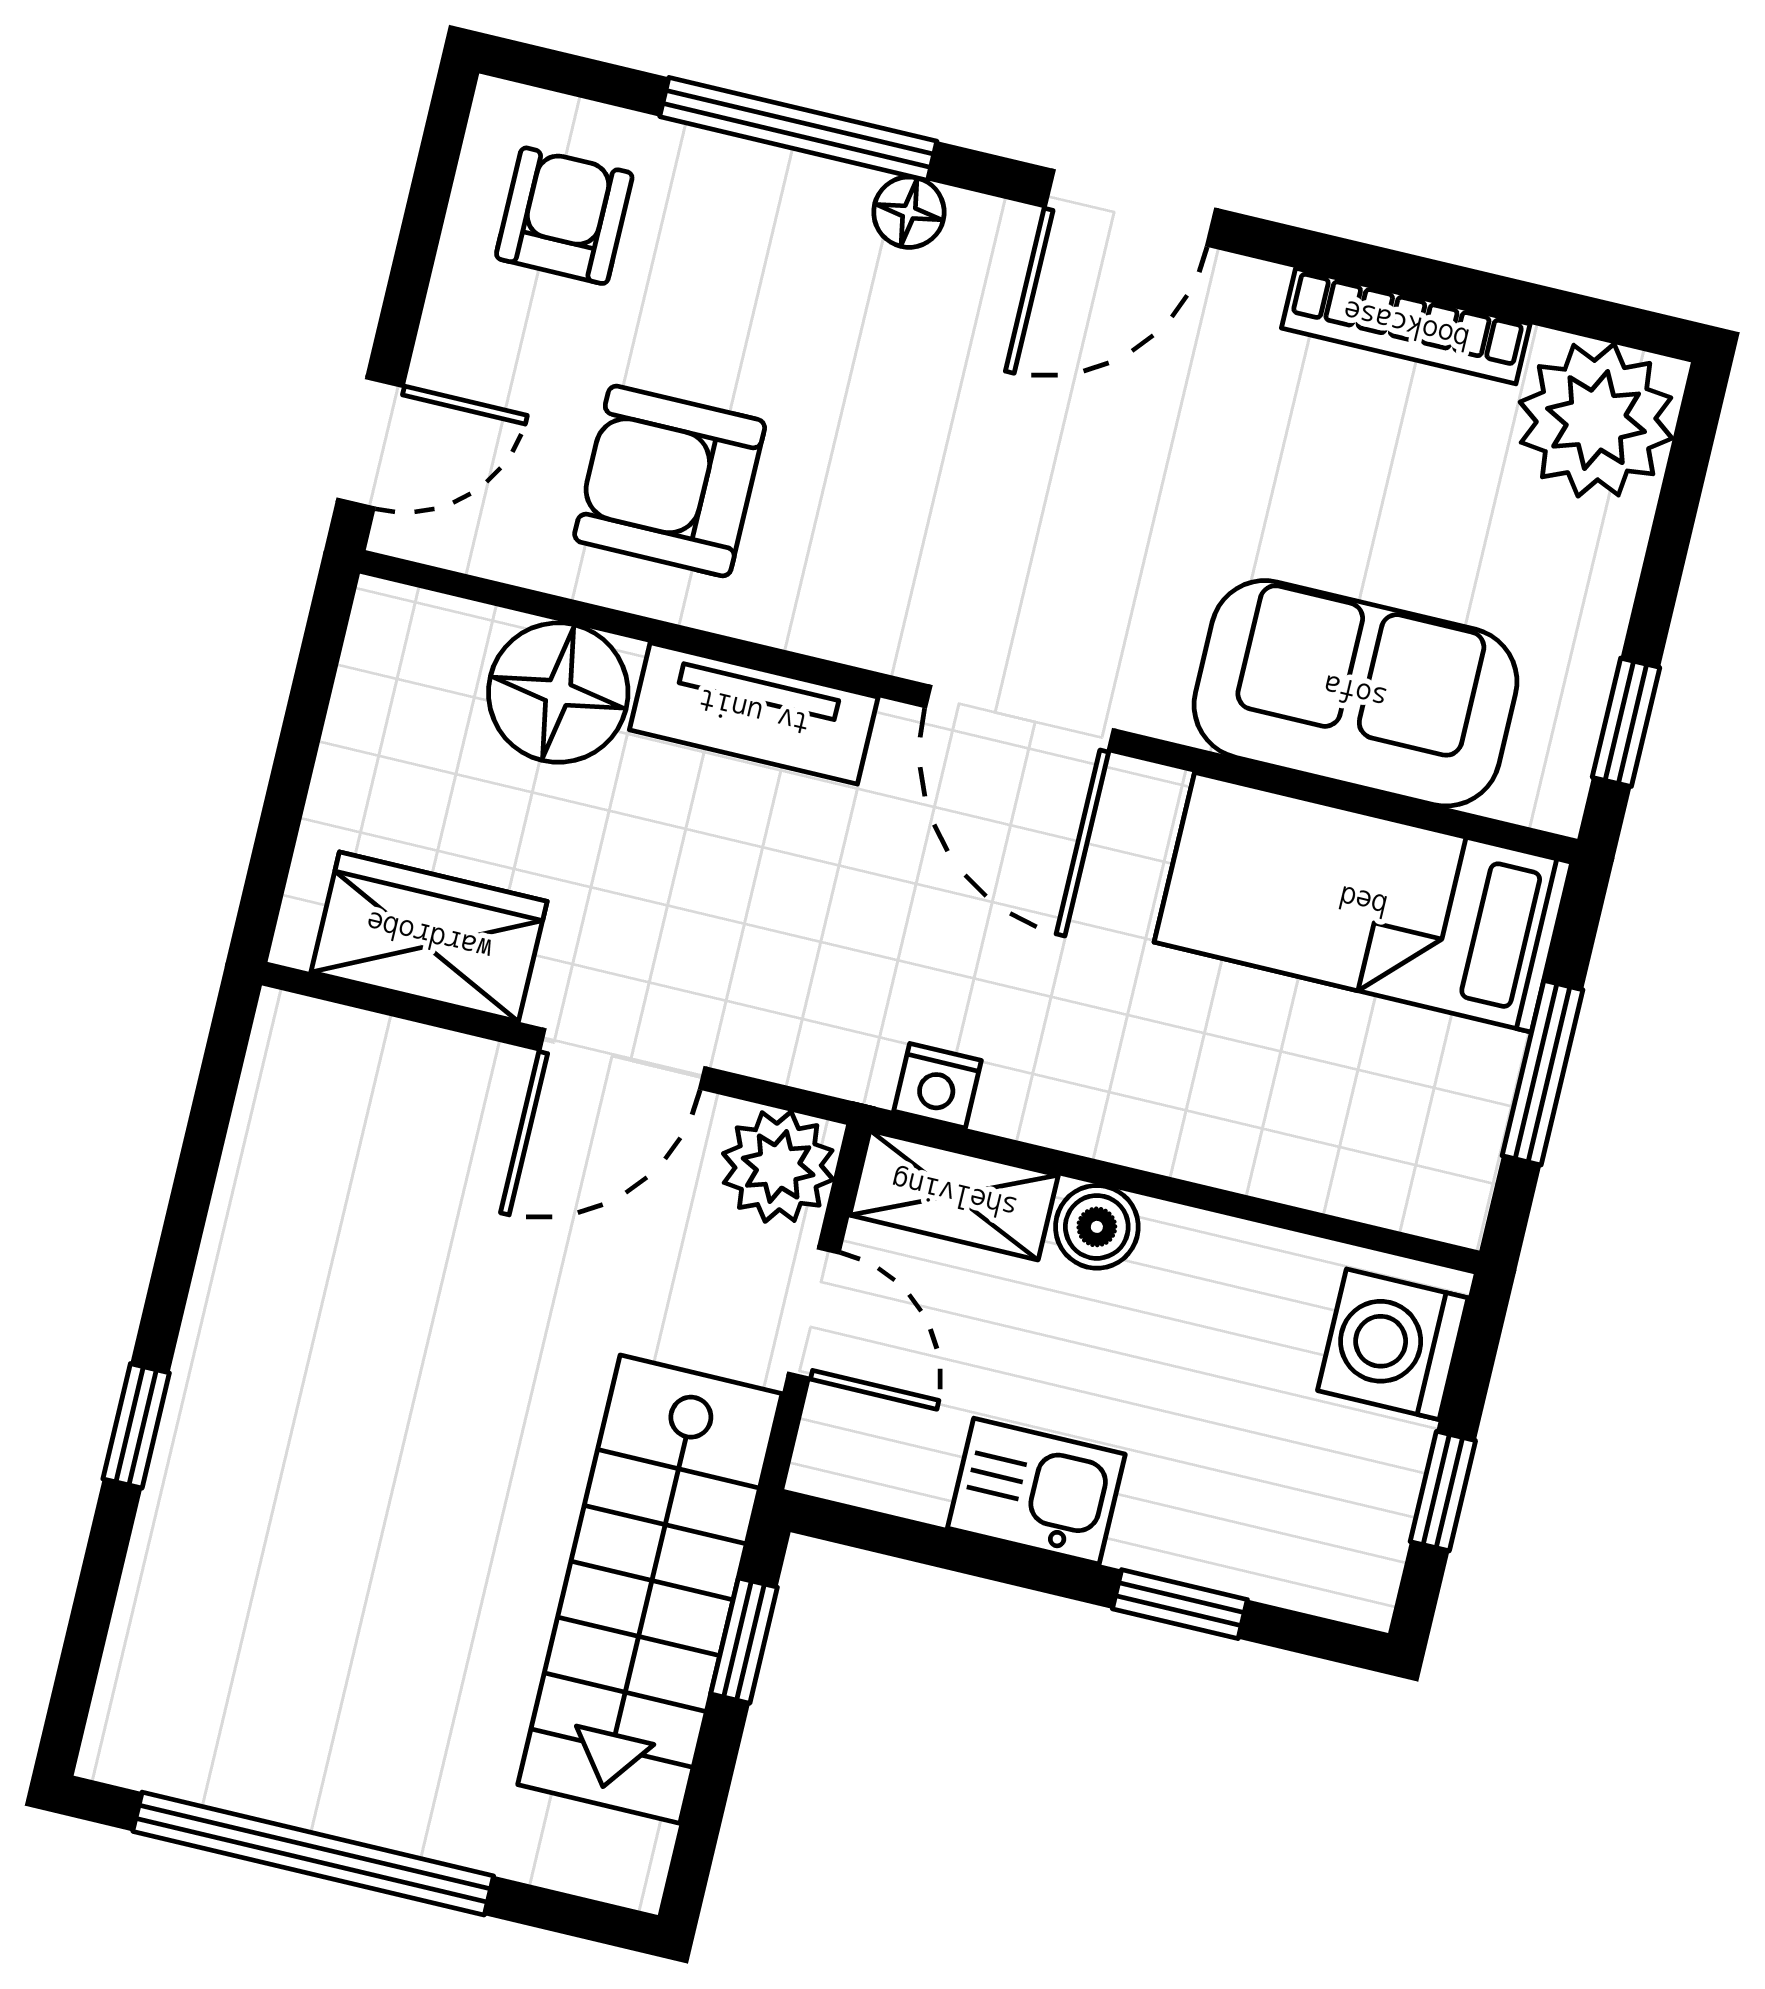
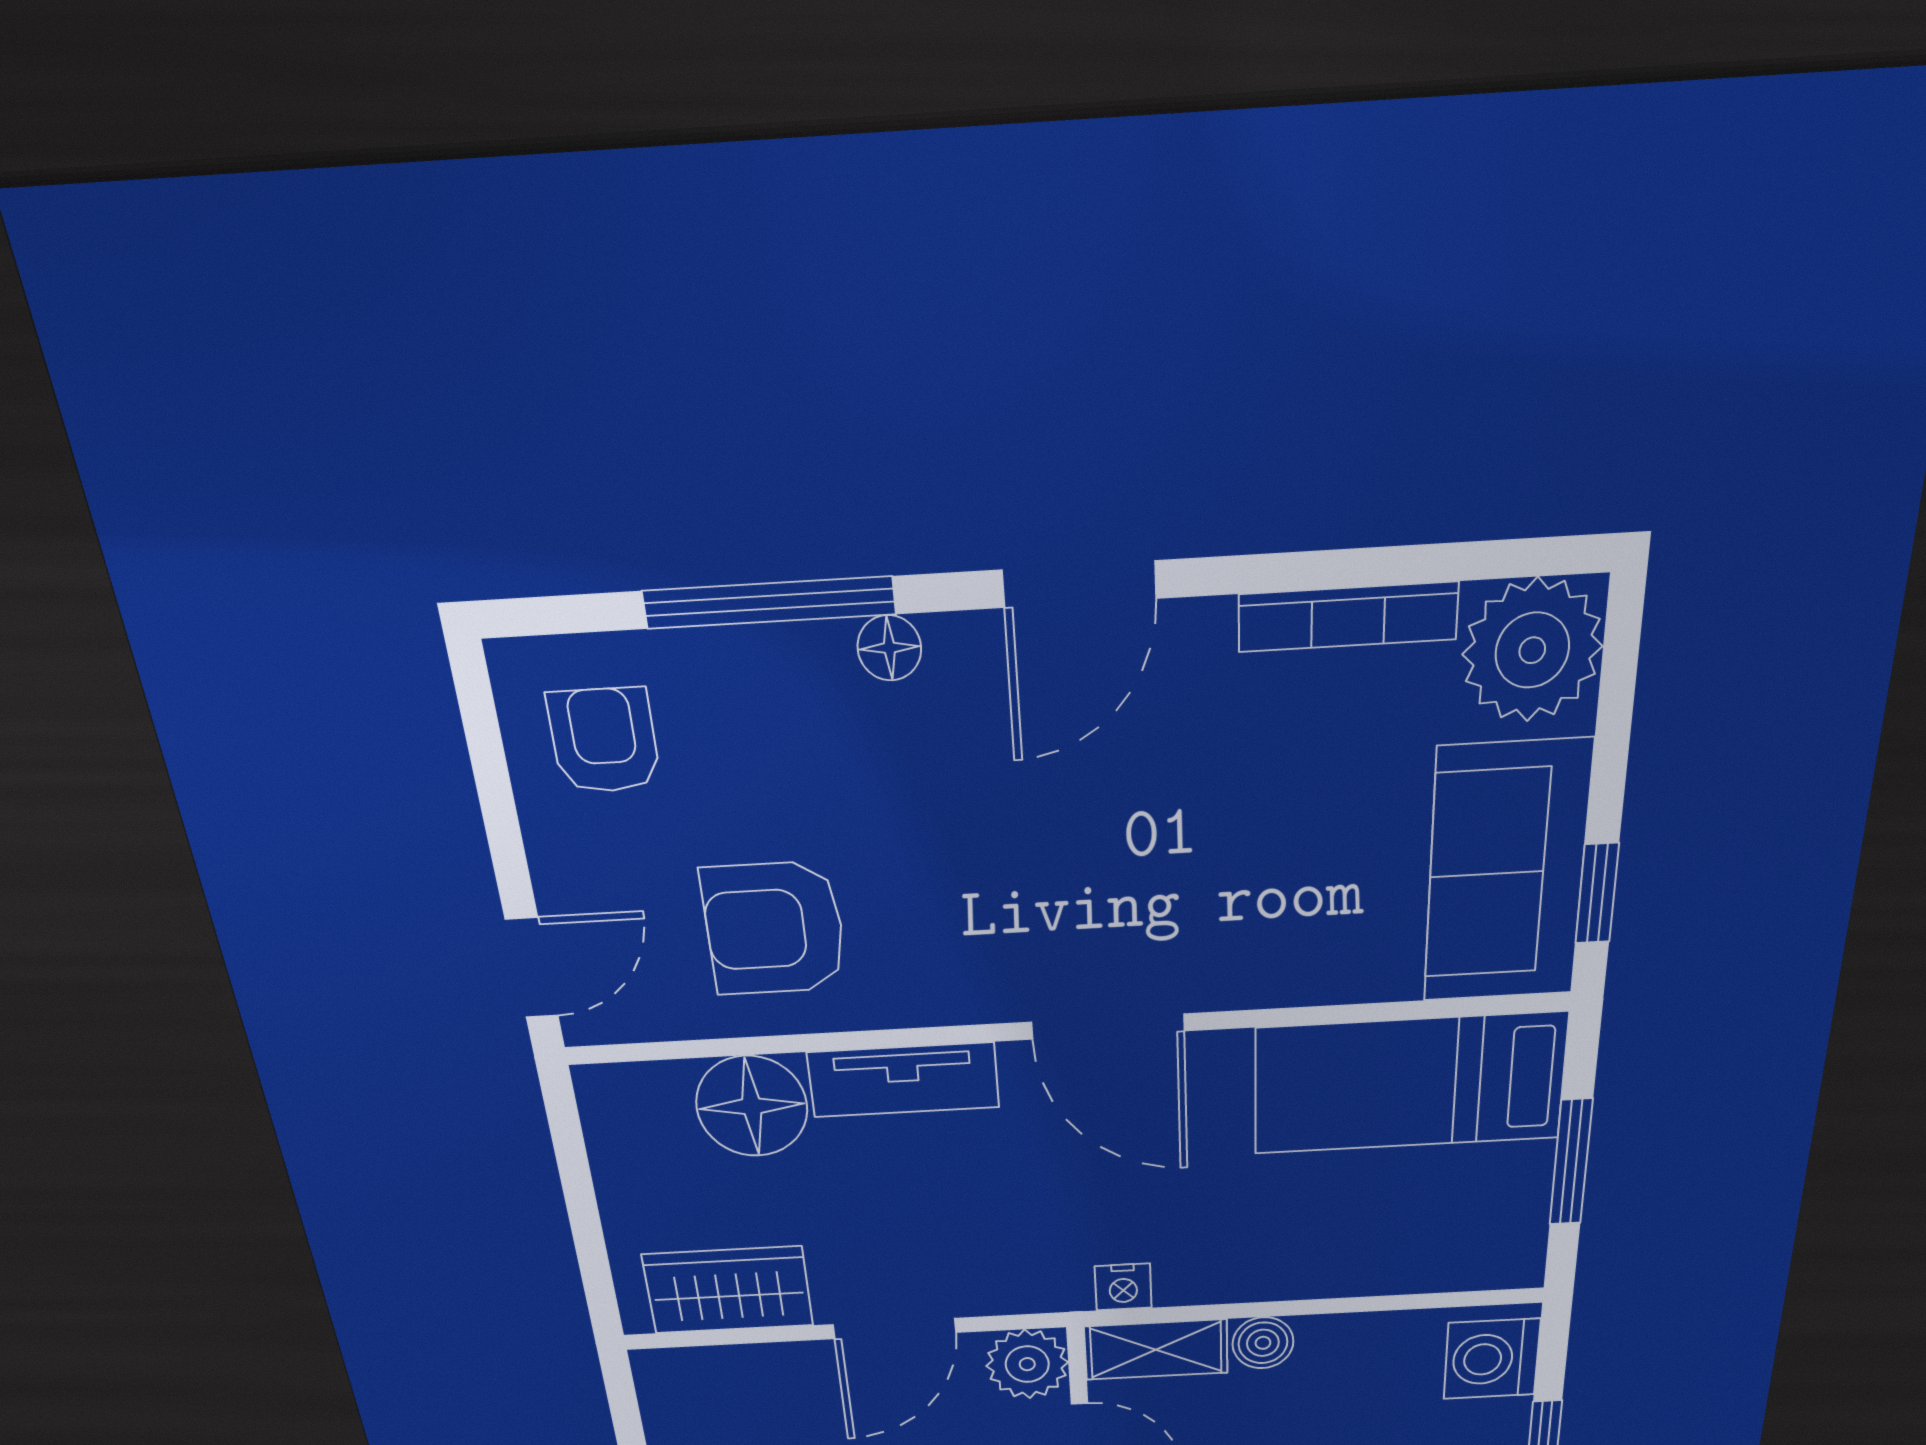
sofa: (1355, 693) -> (1506, 873), moved, turned -90

